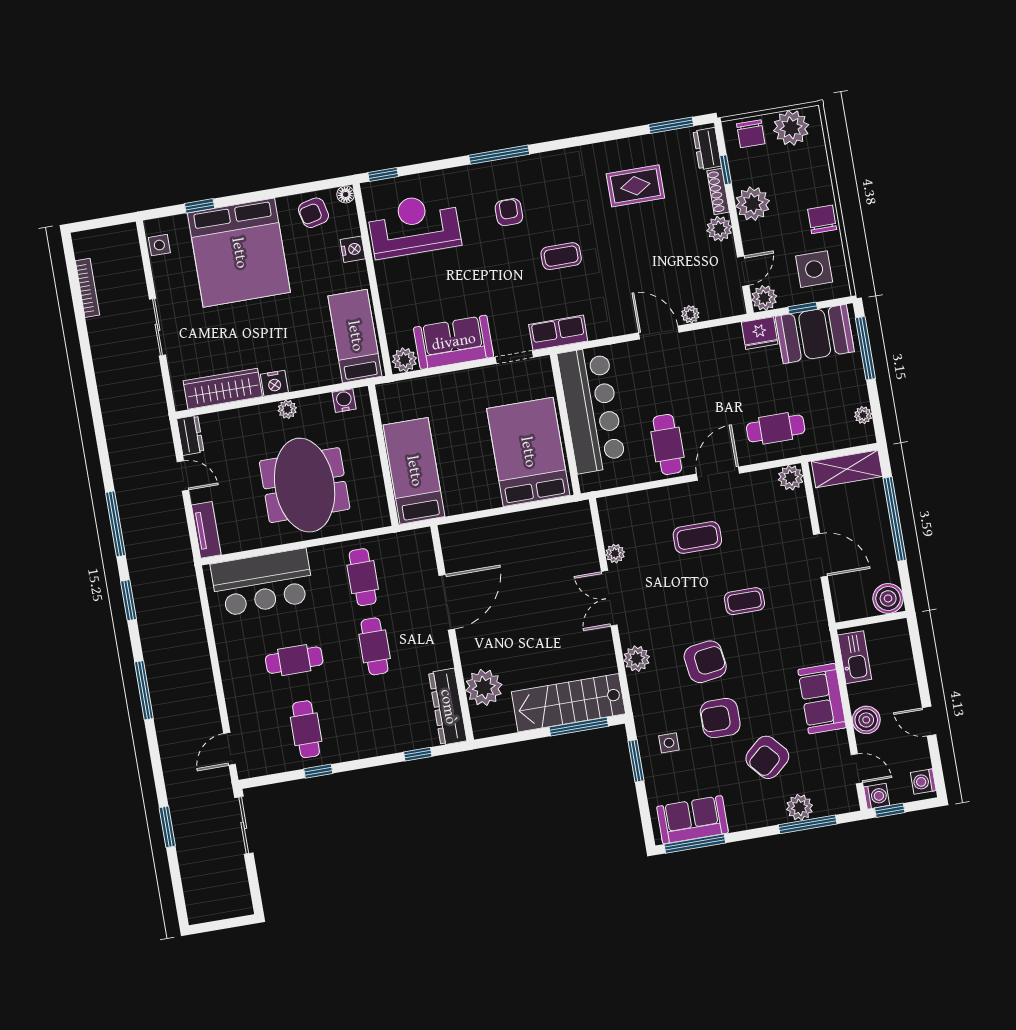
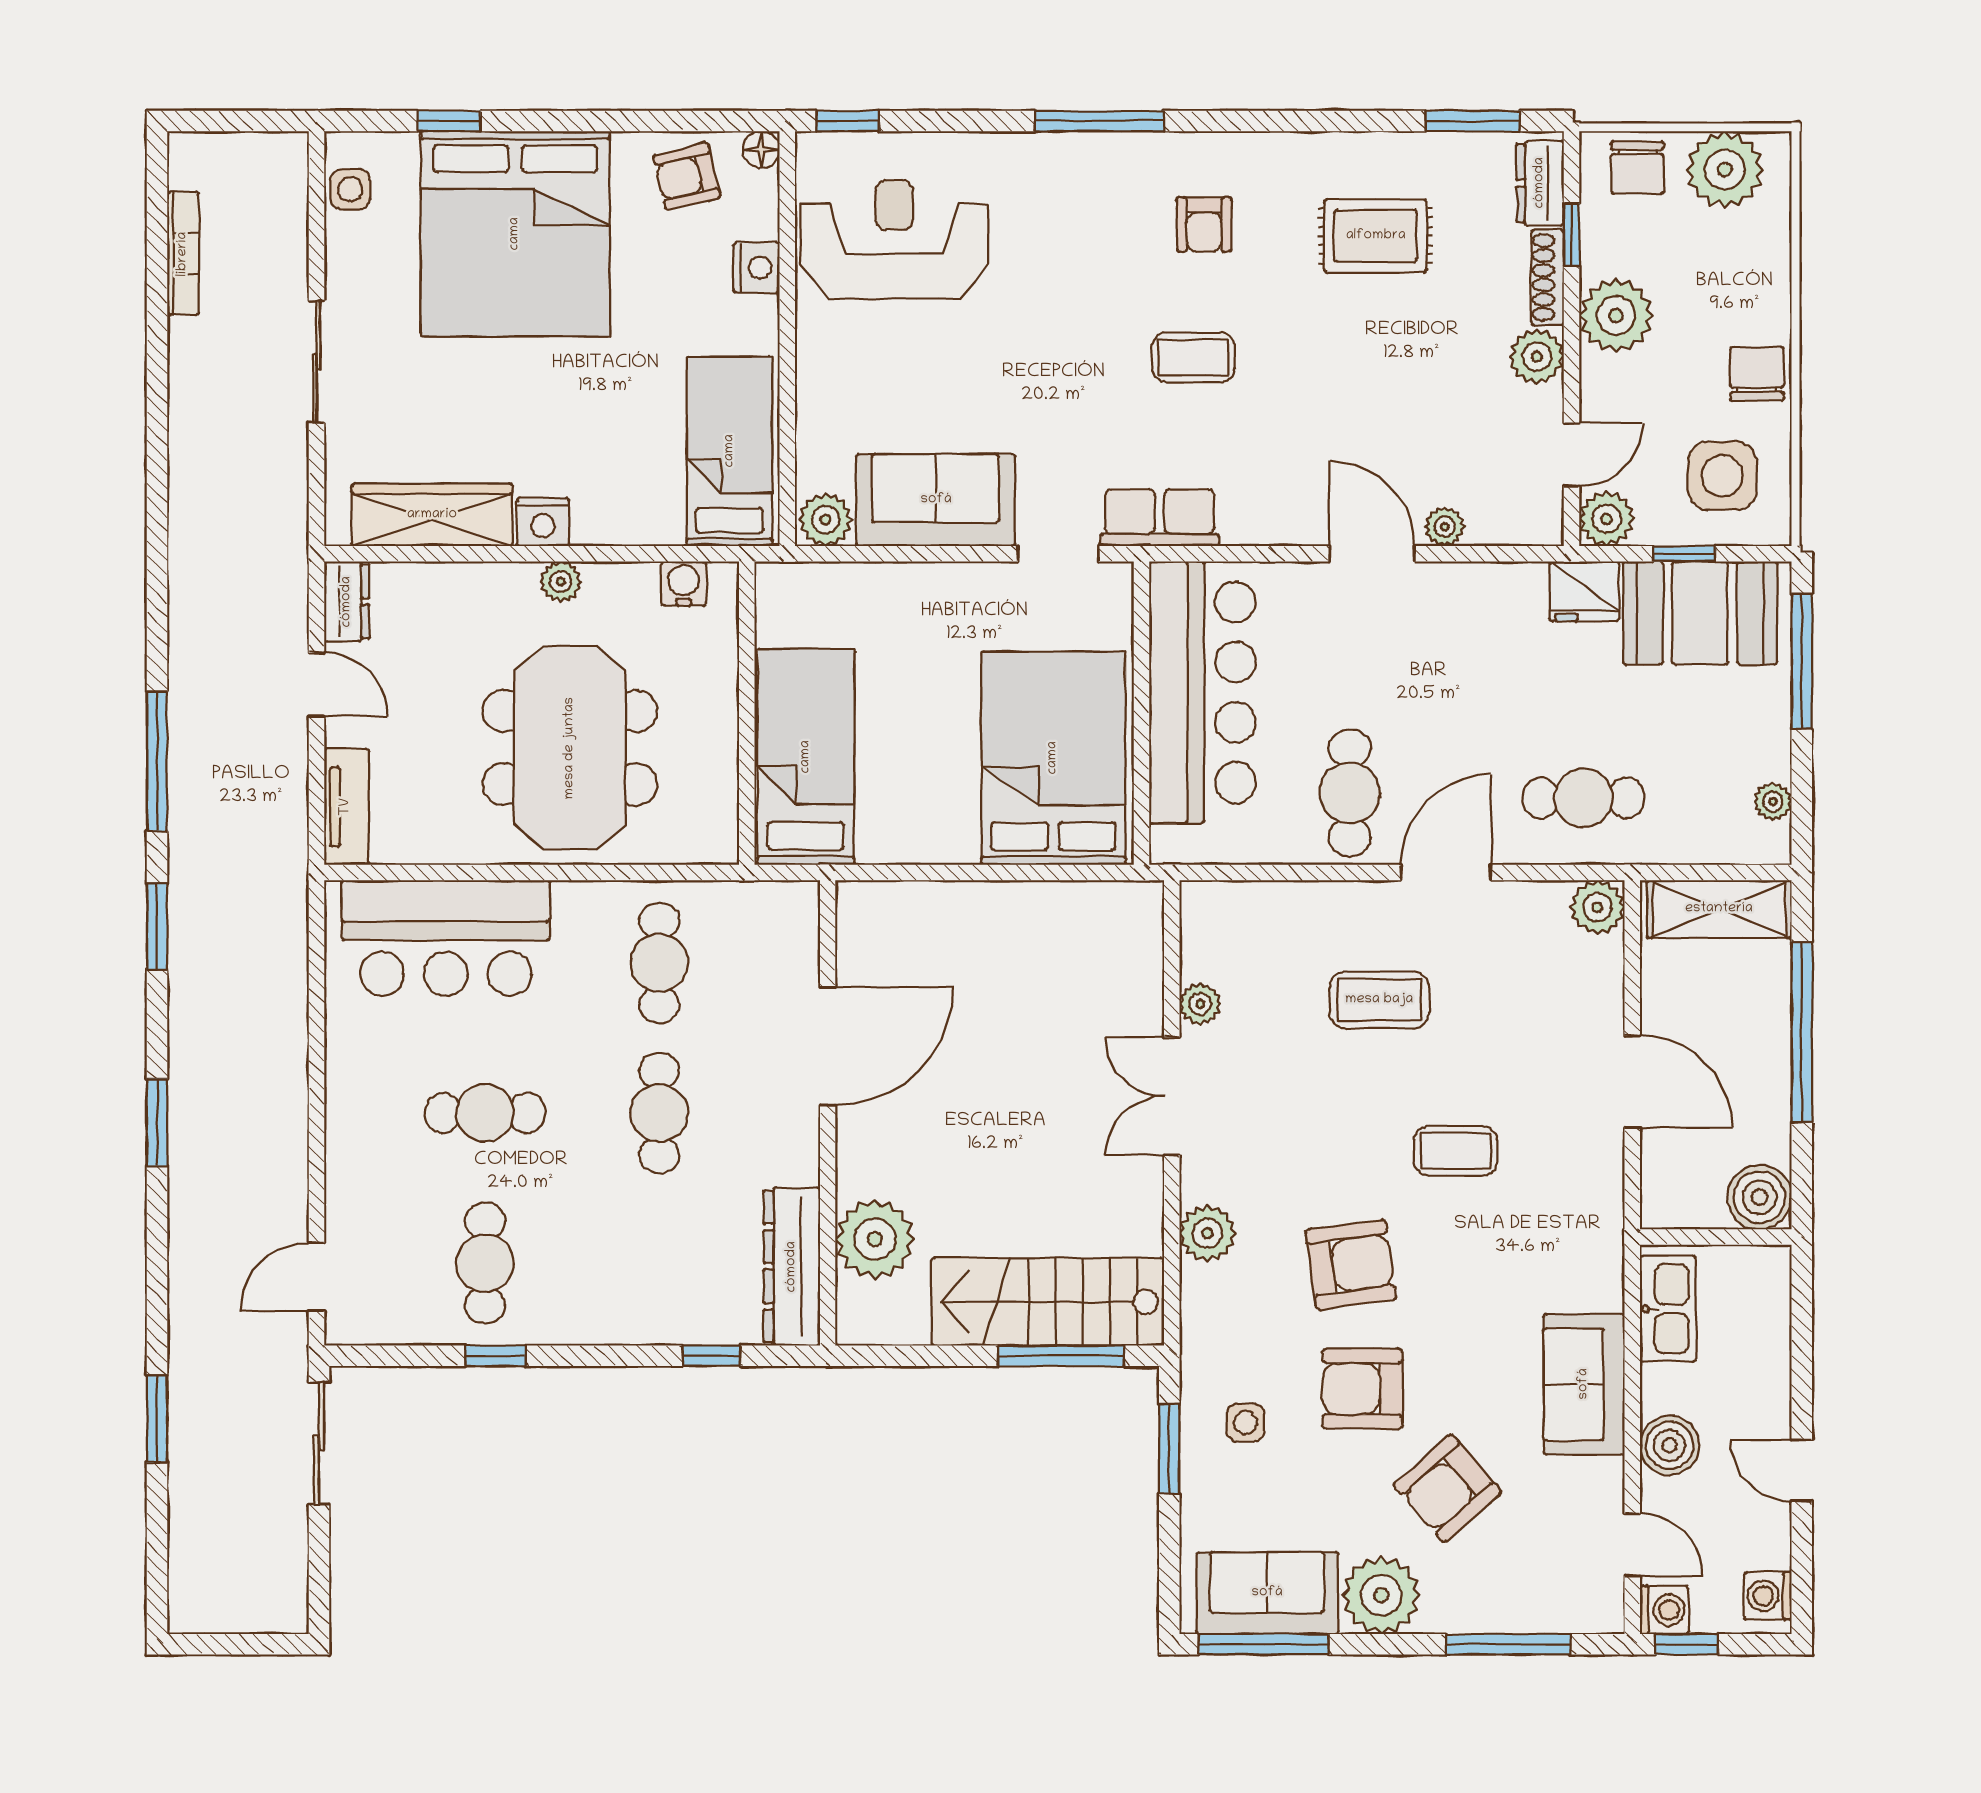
armchair: (509, 212) -> (1204, 224), moved, turned 180
window: (144, 690) -> (157, 1122), width x0.69
plant: (800, 807) -> (1381, 1595), moved, width x1.36, depth x1.36

